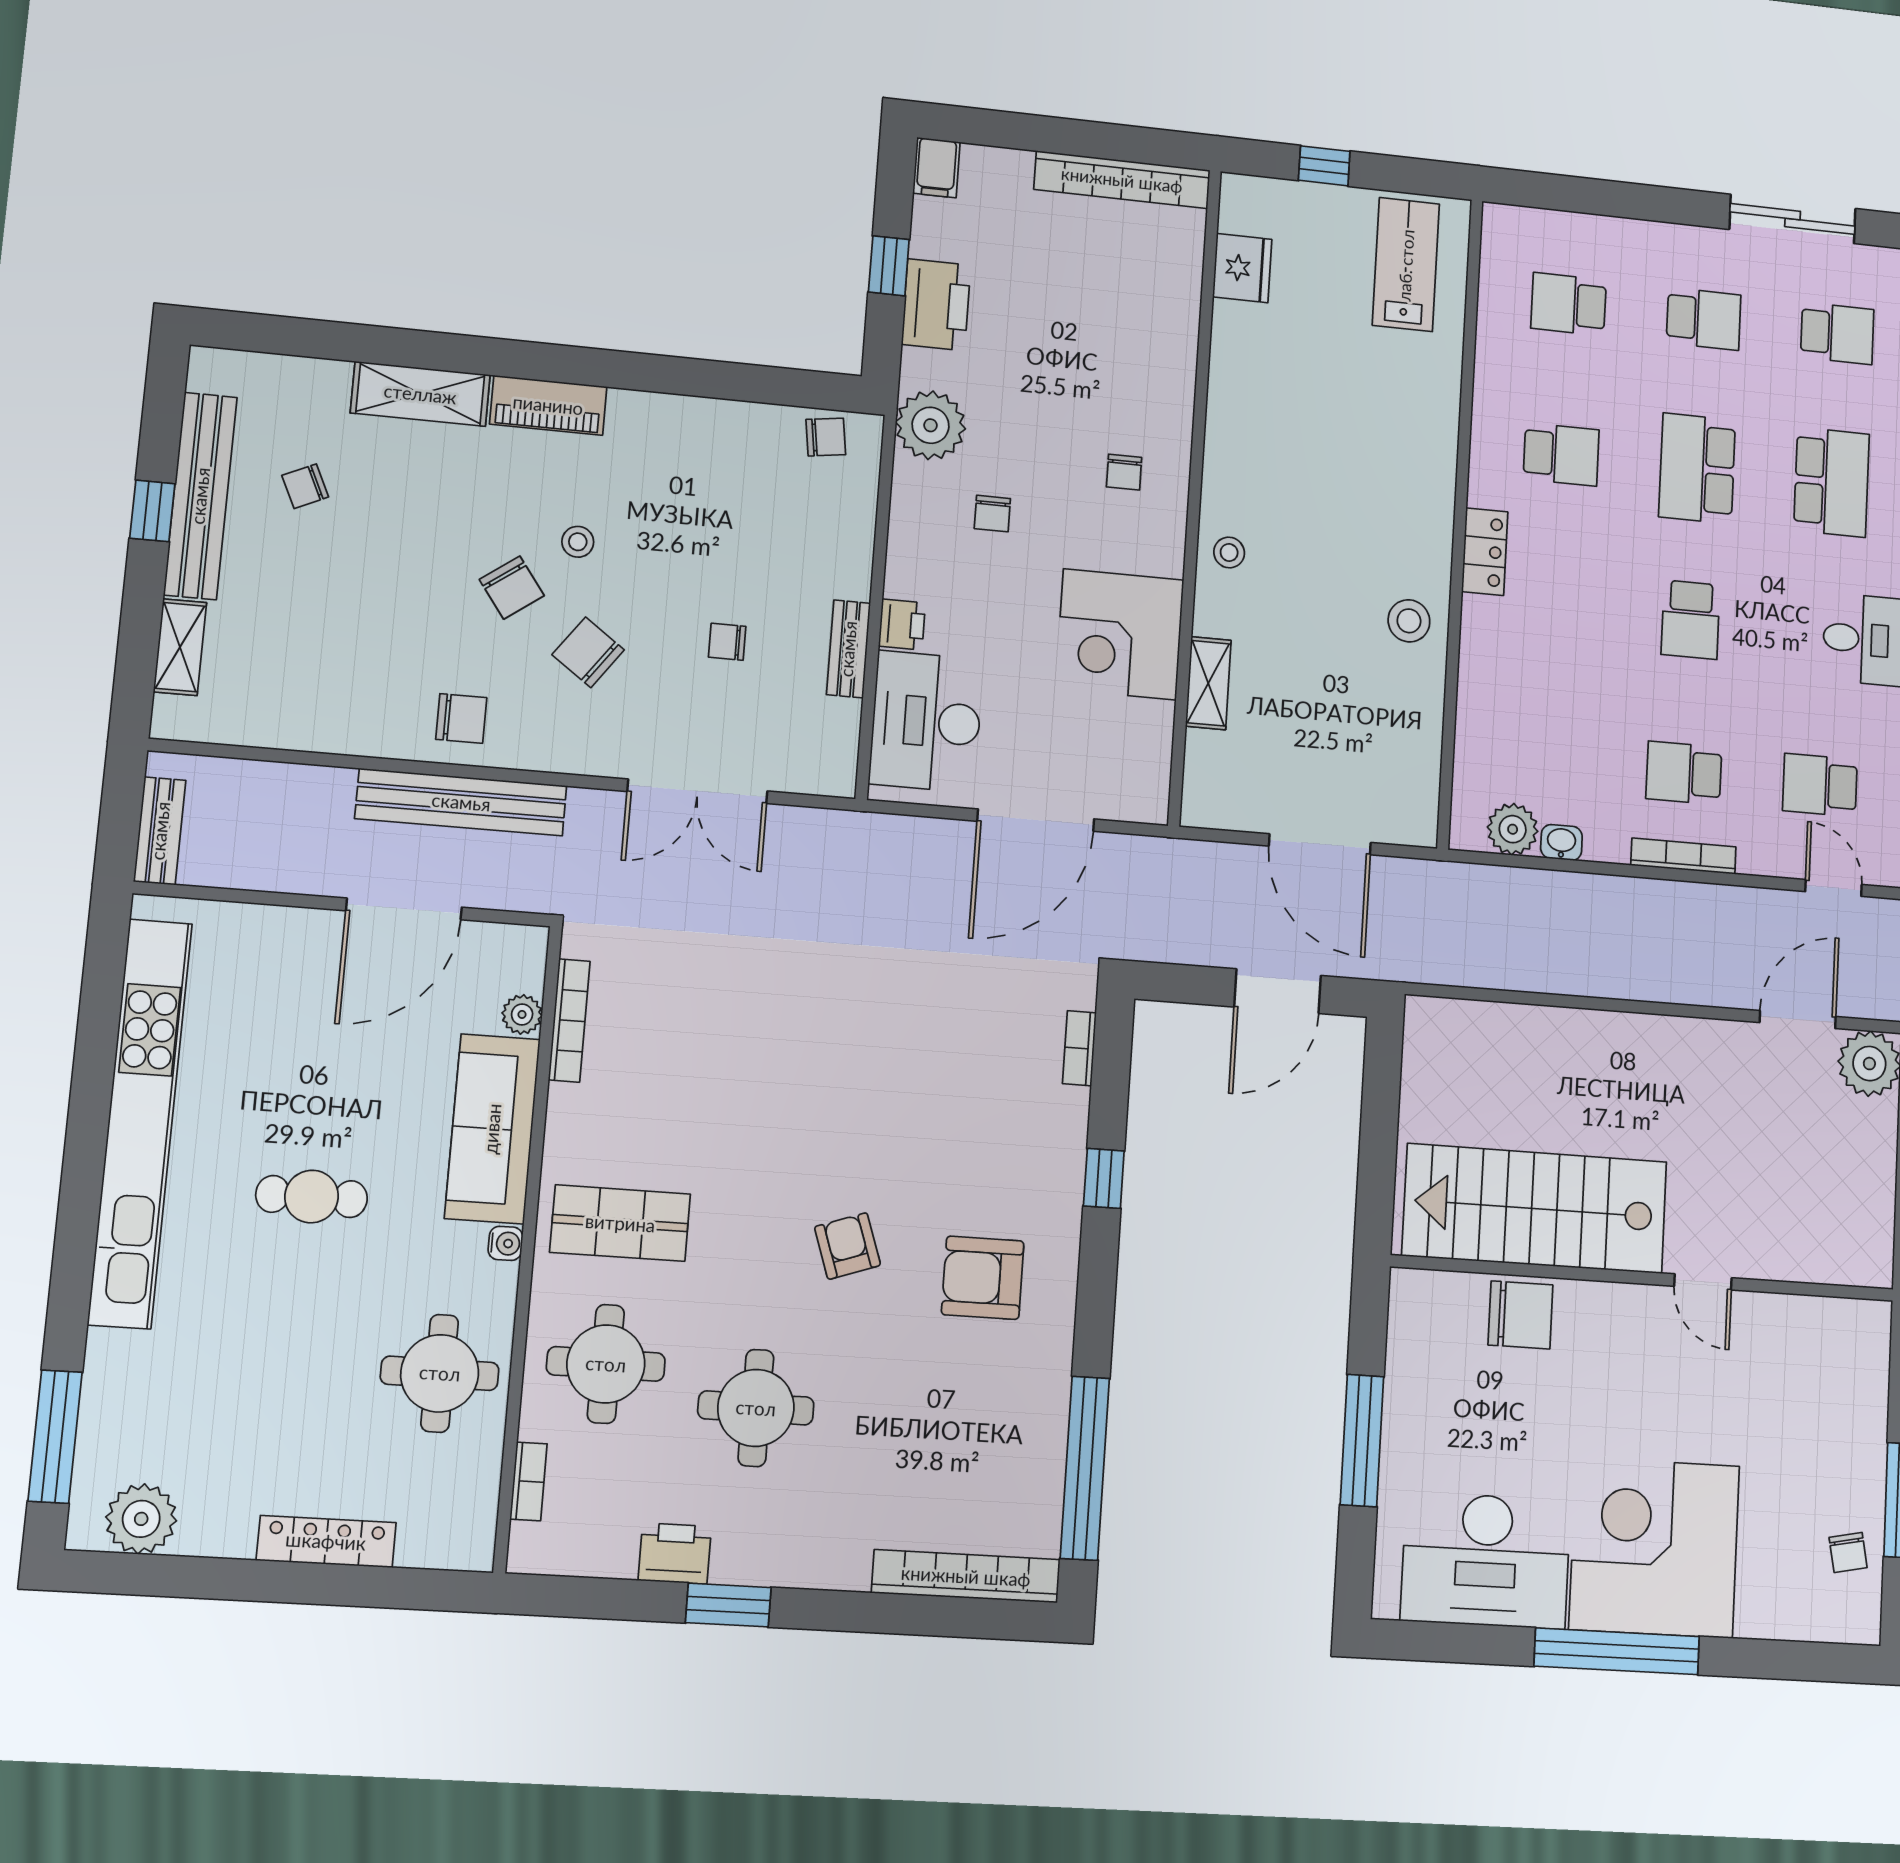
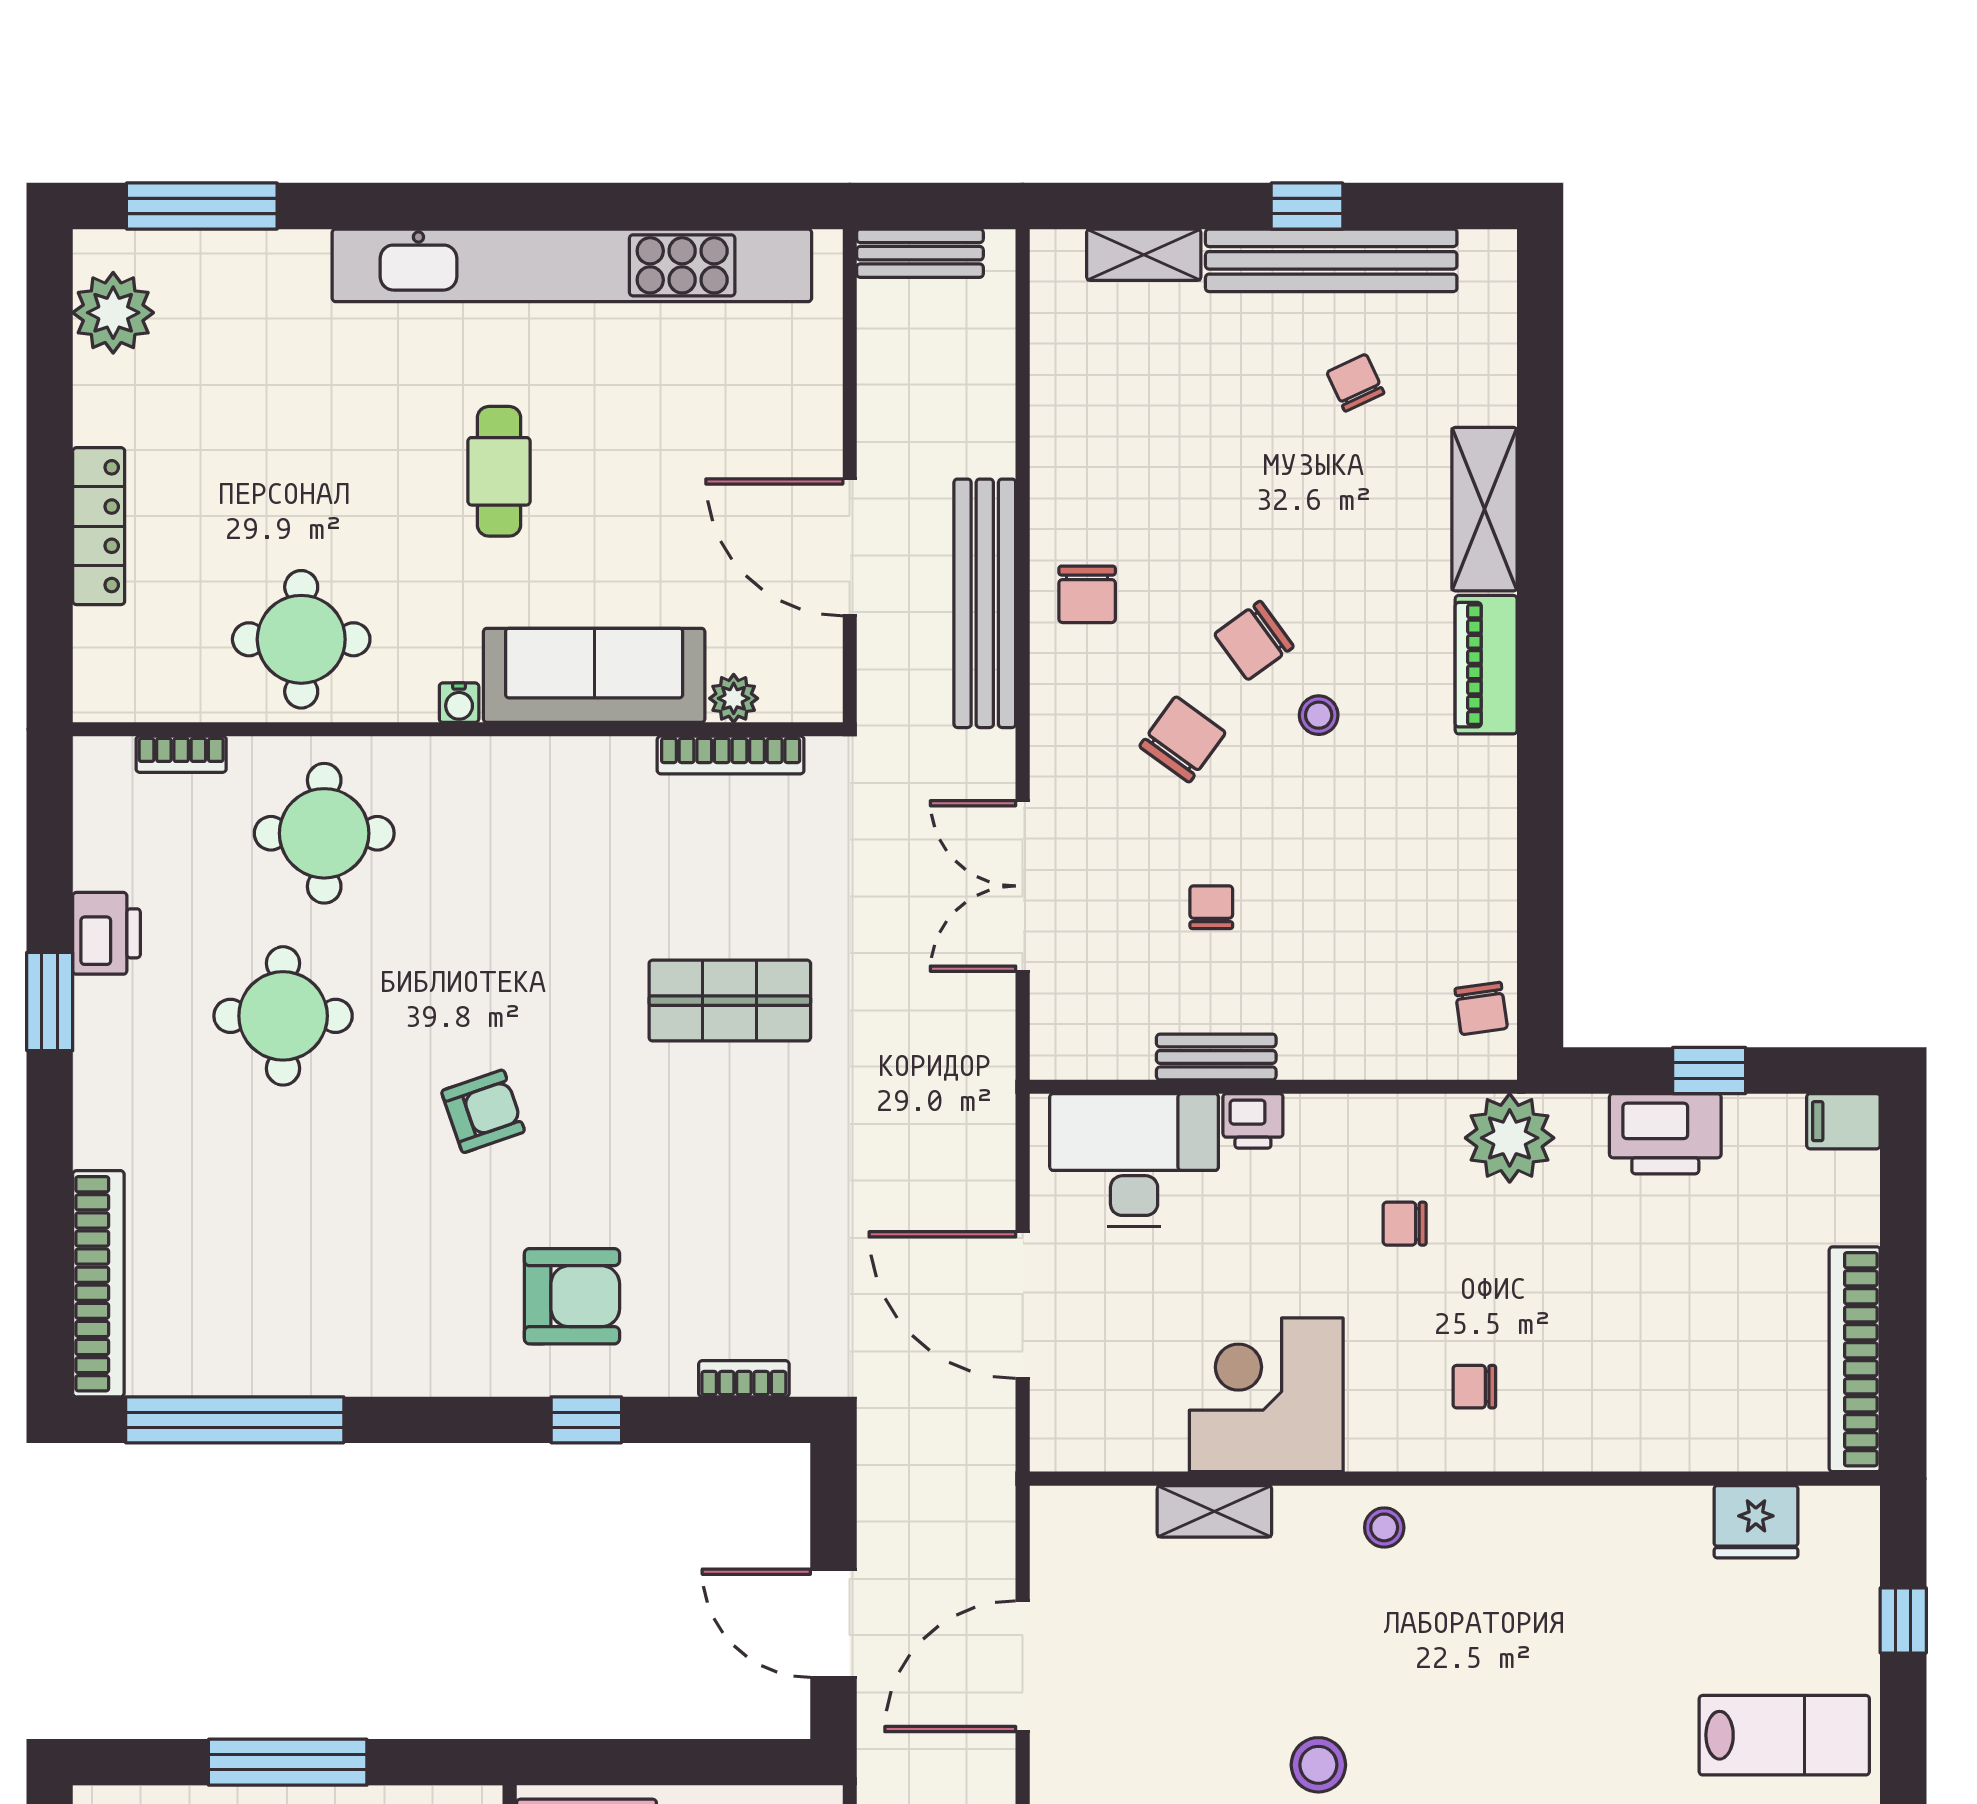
shop shelf: (620, 1223) -> (730, 1001), moved, turned 90
armchair: (983, 1278) -> (572, 1296), moved, turned 90

